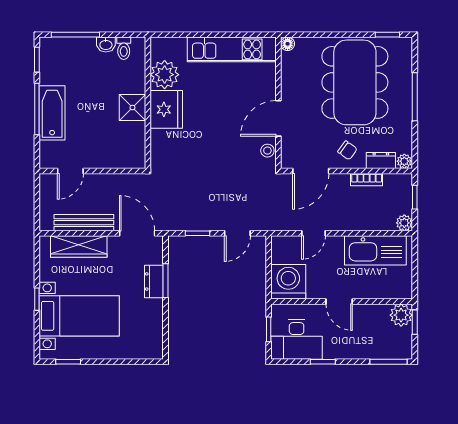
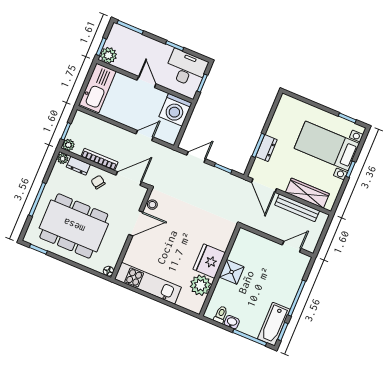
dining table: (355, 82) -> (74, 226), turned 90
bathtub: (52, 113) -> (274, 324), moved
bookcase: (367, 180) -> (99, 159), width x1.56
plant: (404, 223) -> (68, 145), moved
kitchen sink: (375, 250) -> (98, 88), moved, turned 90

